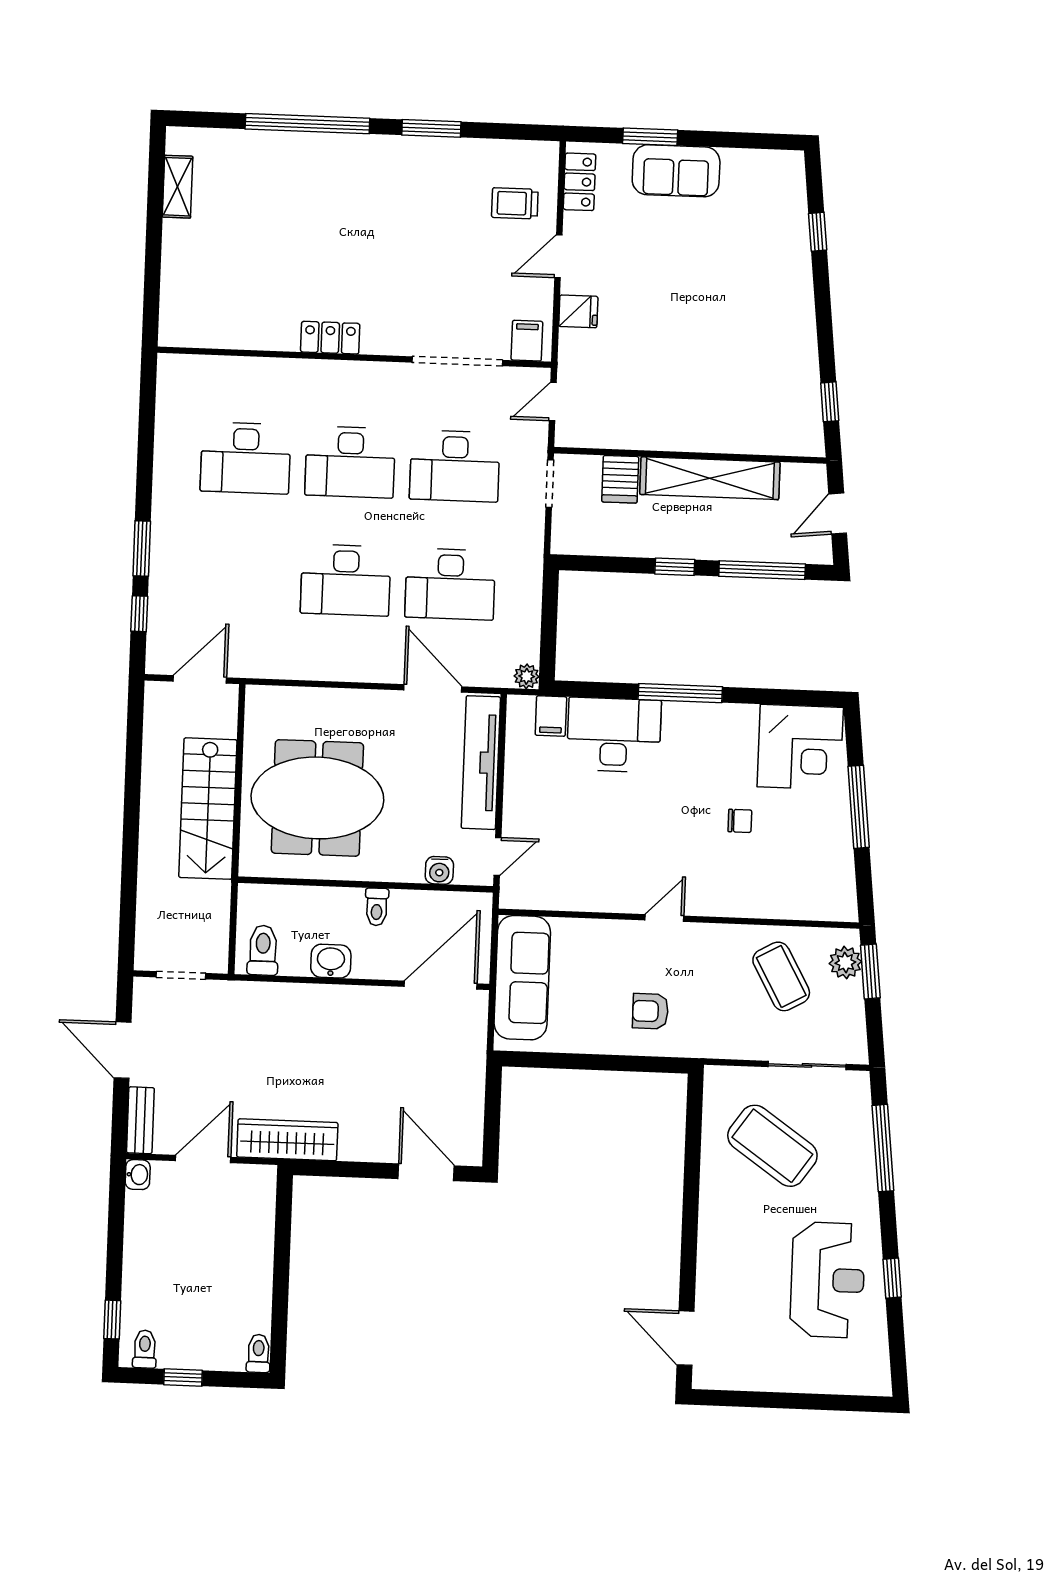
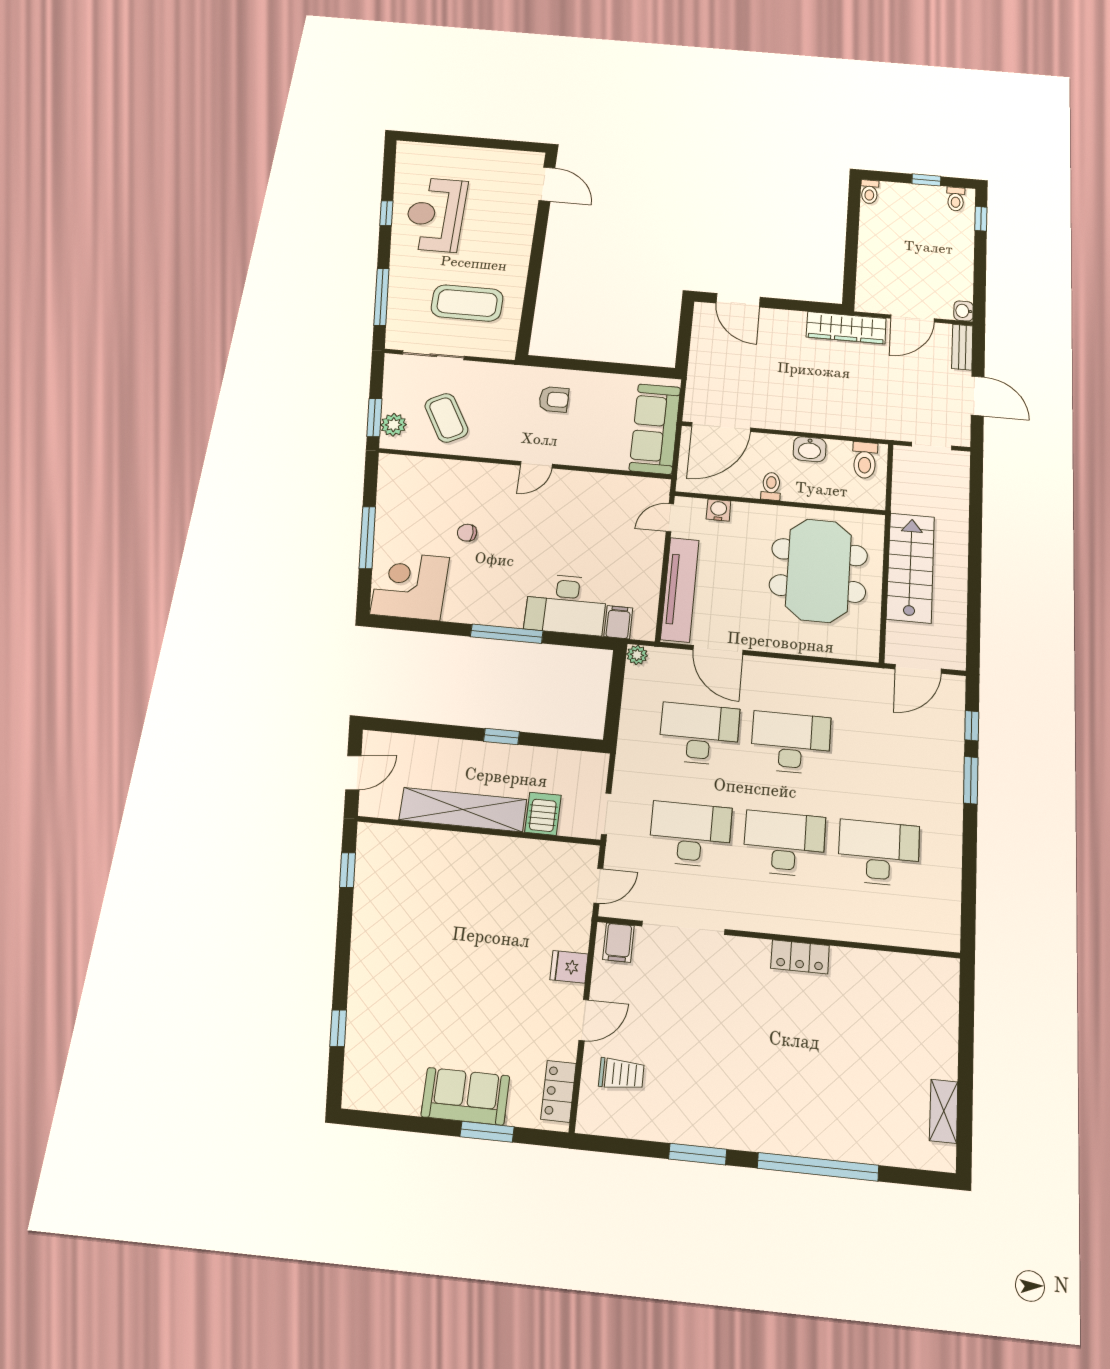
window: (762, 570) -> (426, 729), removed
meeting table: (317, 798) -> (818, 570), turned 90
coffee table: (772, 1146) -> (467, 303), turned -35

